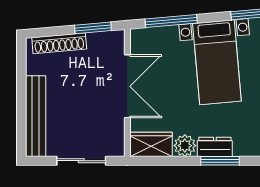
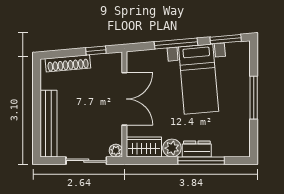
window: (171, 21) -> (176, 44), moved
window: (93, 28) -> (96, 51), width x0.67
plant: (117, 149) -> (116, 151), added
window: (220, 161) -> (201, 161), width x1.44

